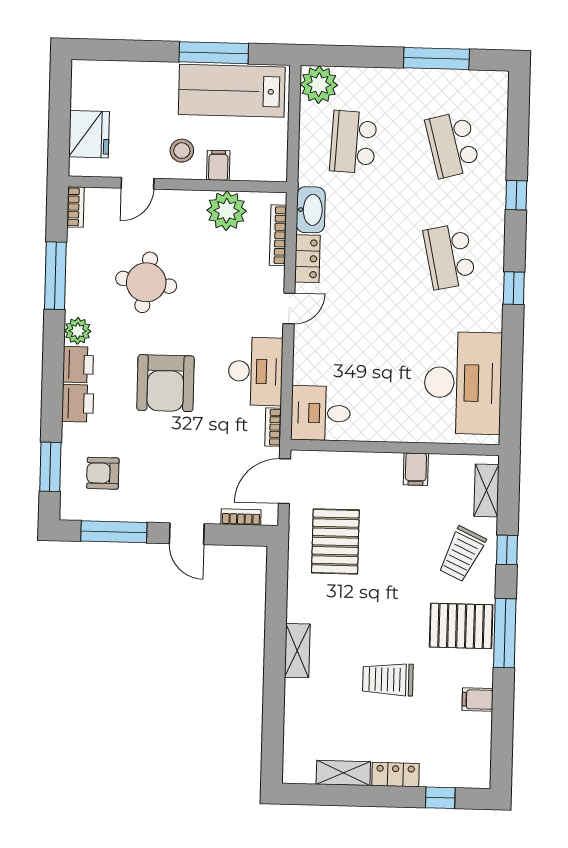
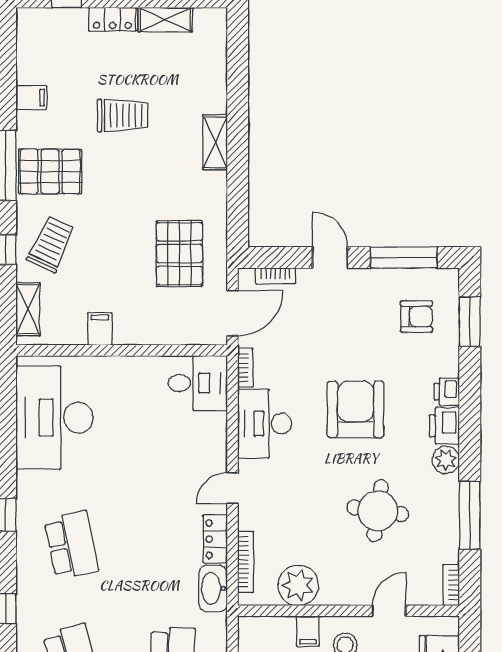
printer: (78, 403) -> (447, 392), width x0.73, depth x0.81

